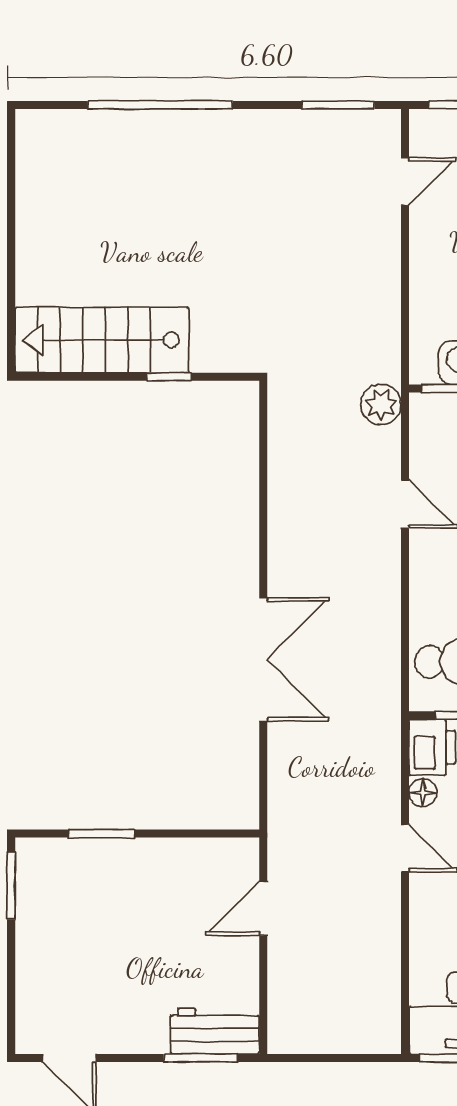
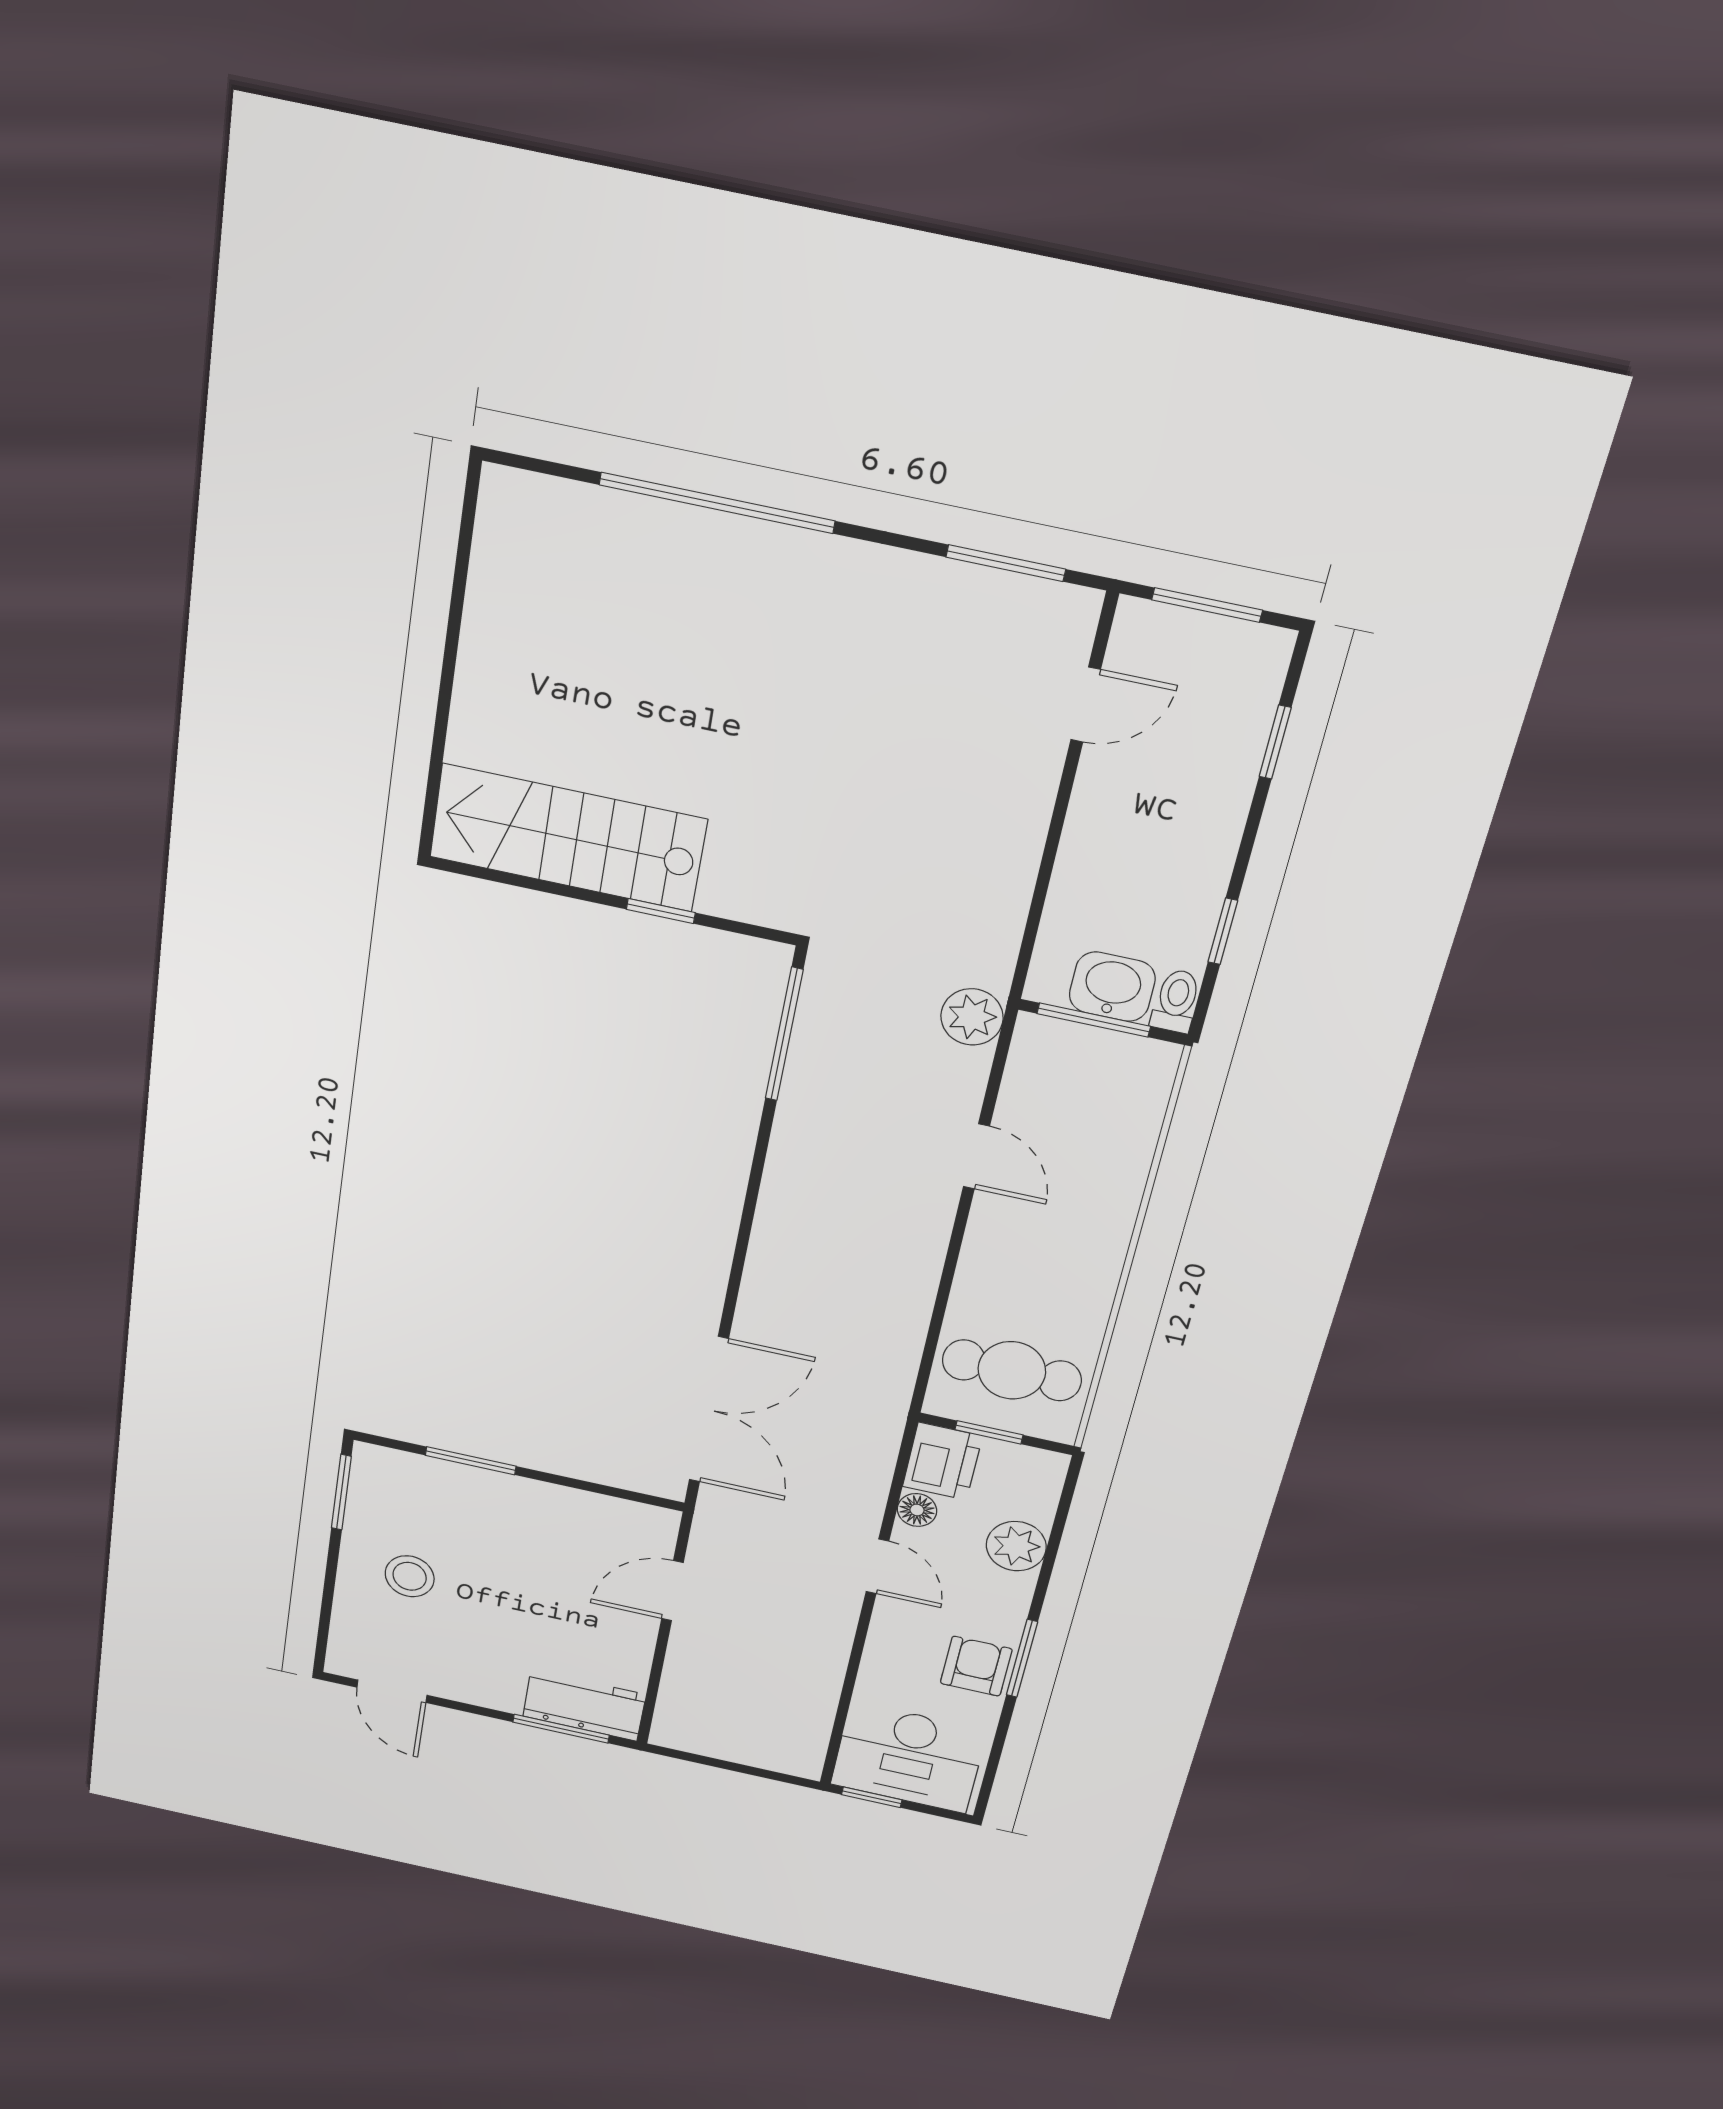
window: (263, 445) -> (784, 1034), added
double door: (263, 659) -> (709, 1410), moved
stool: (70, 948) -> (410, 1576), added

